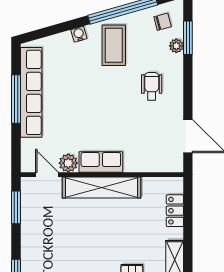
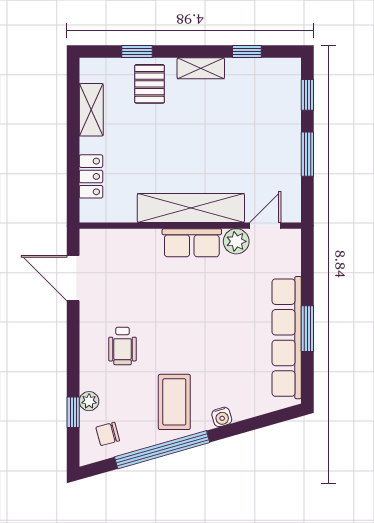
window: (188, 38) -> (73, 412), width x0.67
window: (16, 99) -> (307, 329), width x0.69
door: (47, 175) -> (265, 226), swing flipped
window: (16, 207) -> (307, 154), moved

